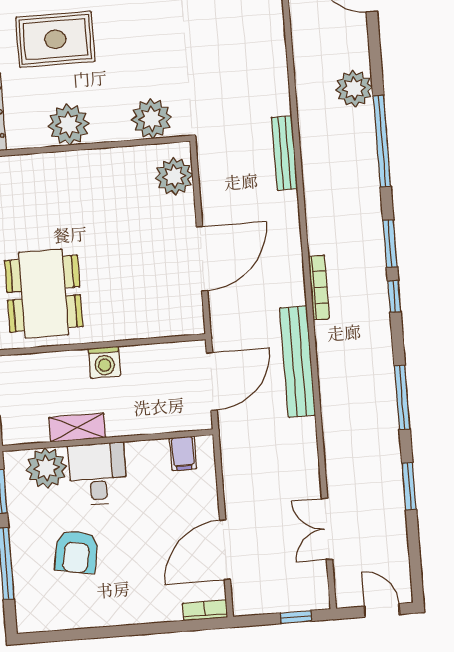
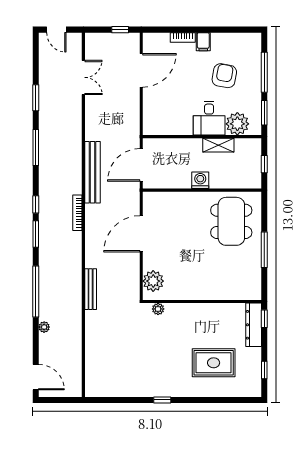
plant: (354, 88) -> (44, 327), width x0.53, depth x0.53
plant: (152, 119) -> (158, 309), width x0.53, depth x0.53
plant: (69, 125) -> (210, 315), removed
filing cabinet: (183, 453) -> (203, 42), moved, turned 180
bookcase: (205, 610) -> (183, 37), moved
window: (296, 617) -> (120, 30), moved

